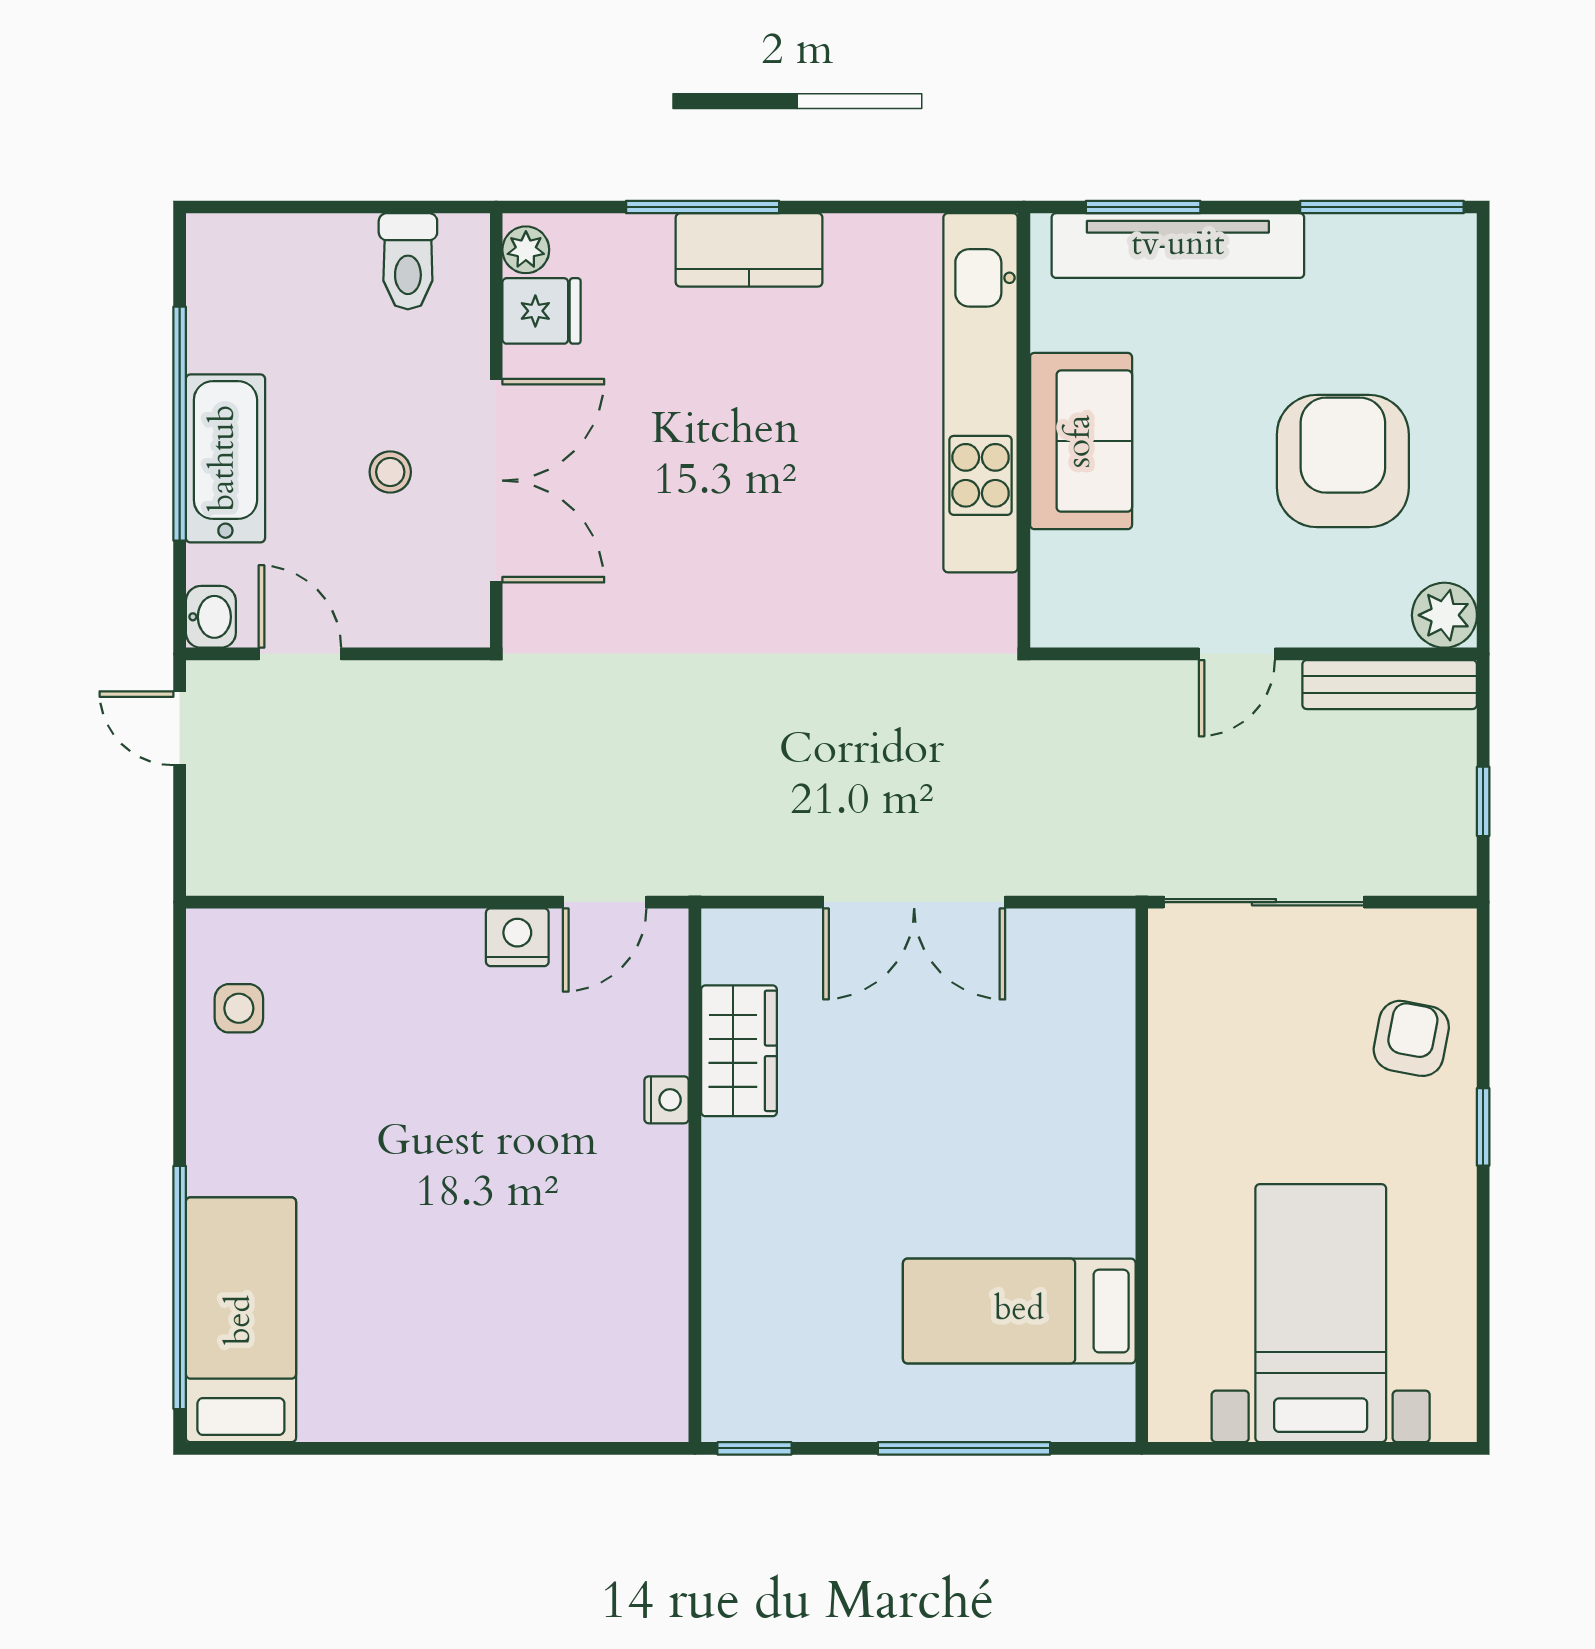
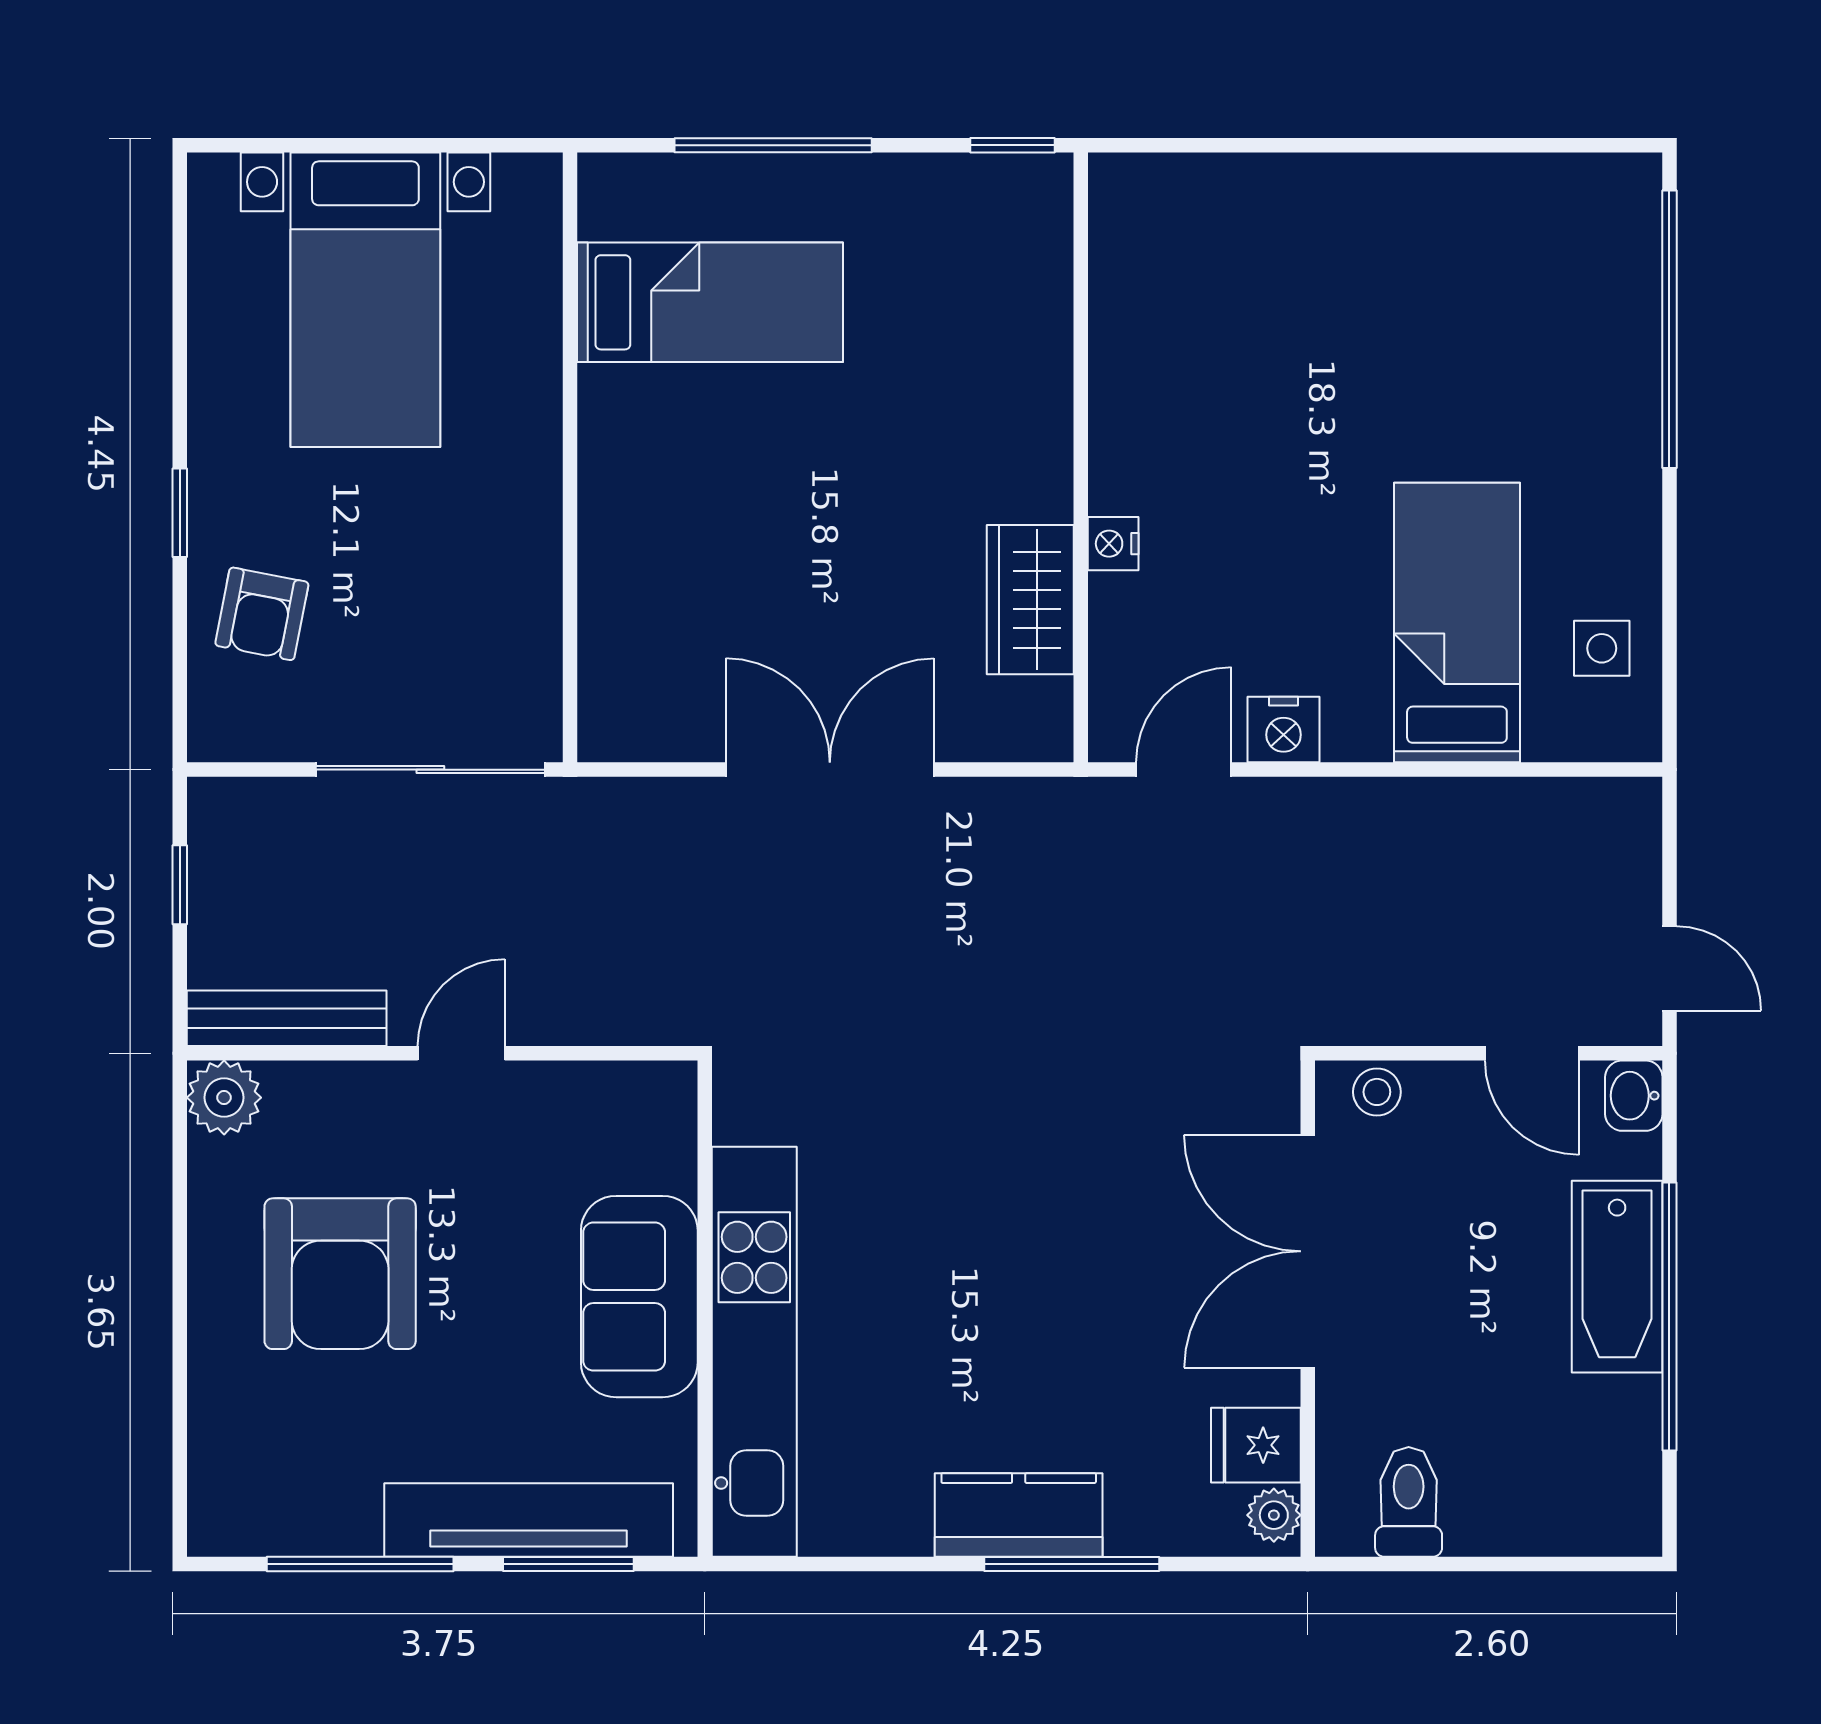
window: (1382, 207) -> (360, 1564), moved
stool: (390, 472) -> (1377, 1092), moved
bed: (241, 1320) -> (1457, 623), moved, turned 180

